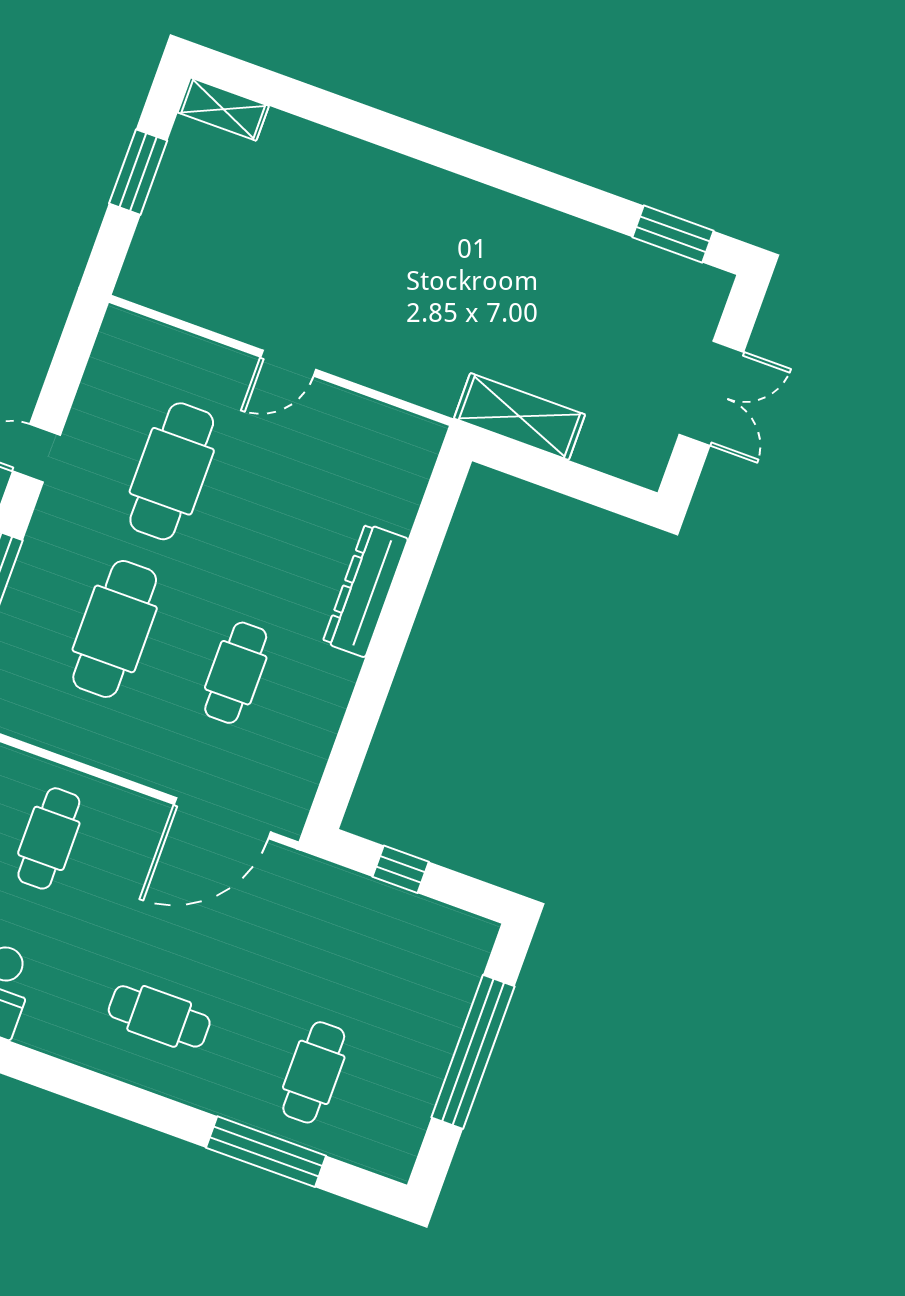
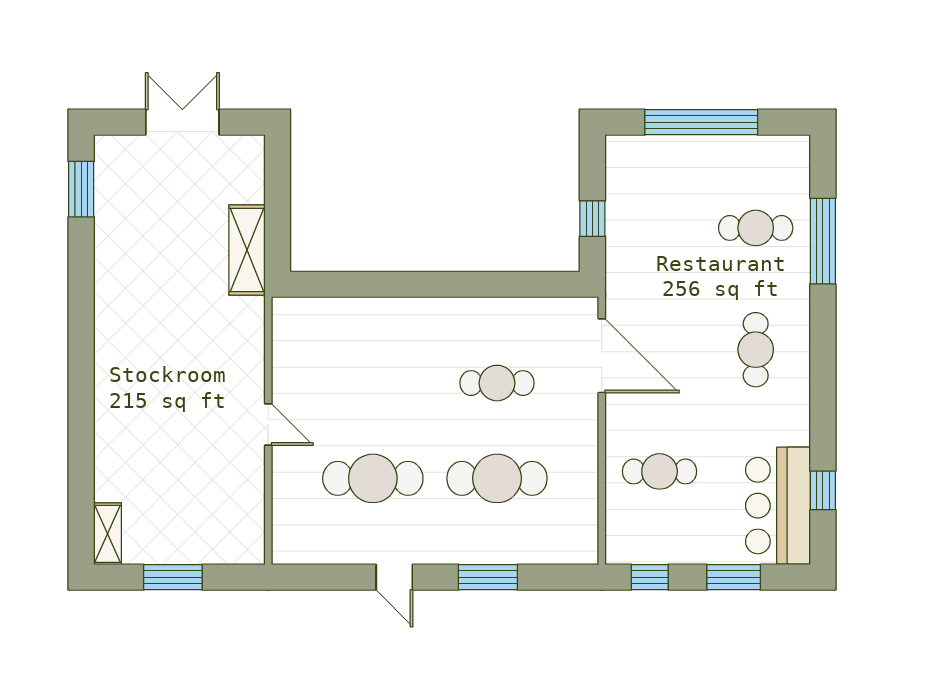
dresser: (365, 590) -> (407, 314), removed

